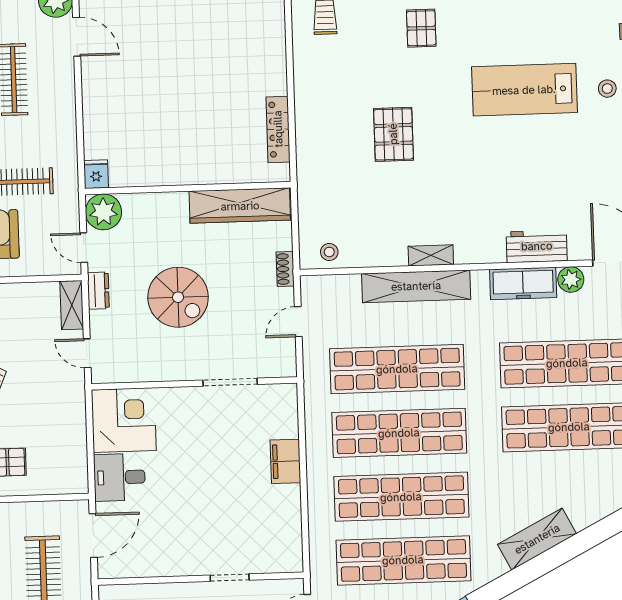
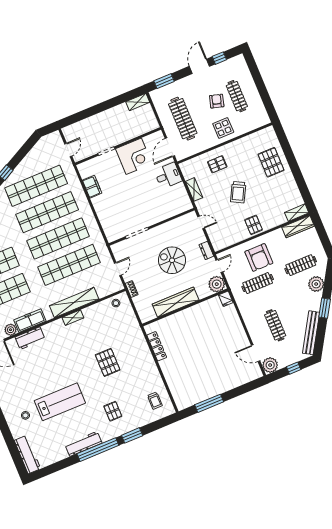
wardrobe: (240, 206) -> (176, 302), moved
door: (84, 248) -> (219, 266), hinge flipped
shelving: (72, 305) -> (194, 189), moved
corner desk: (124, 420) -> (134, 156), moved, turned -90
filing cabinet: (285, 461) -> (92, 187), moved

